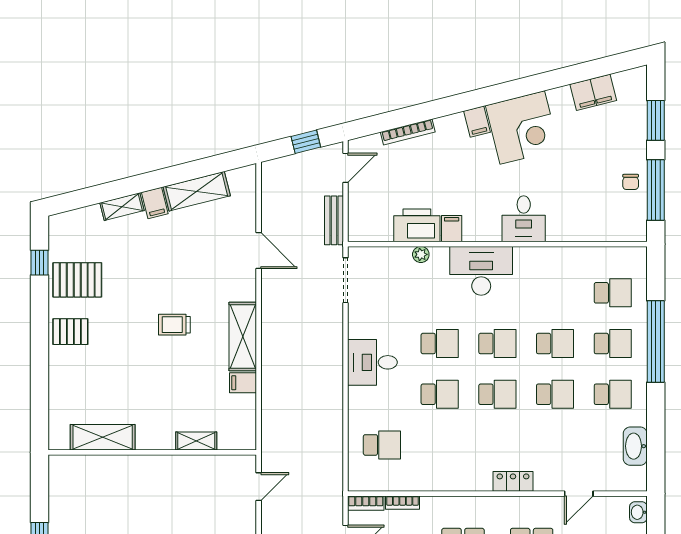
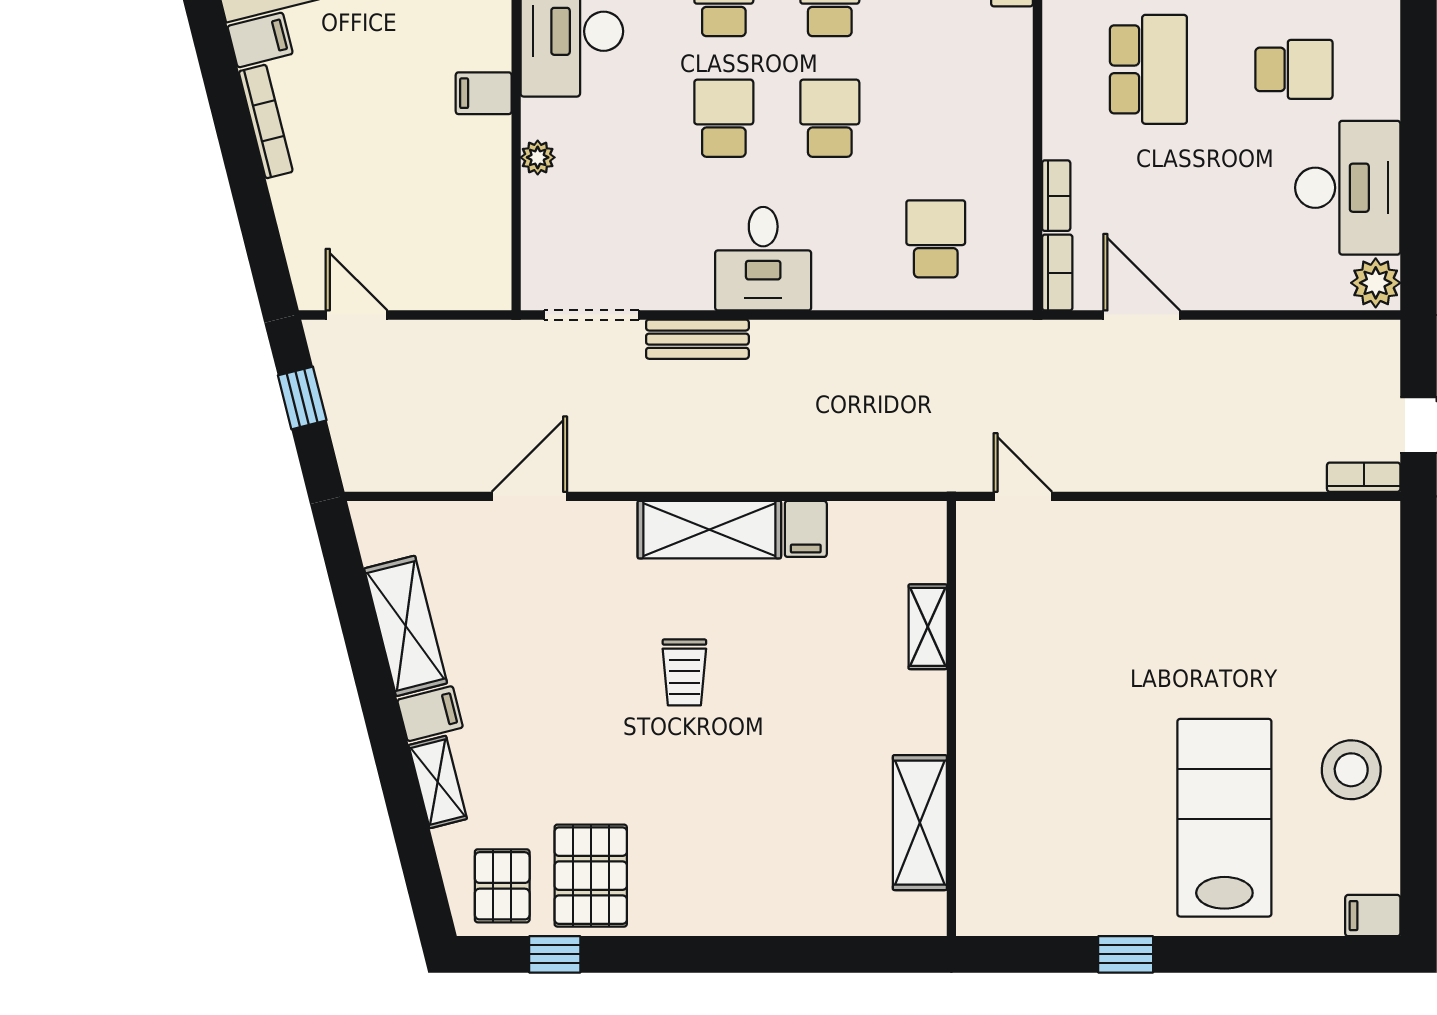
bookcase: (408, 132) -> (266, 122), moved
bench: (334, 220) -> (697, 339), moved
printer: (417, 225) -> (477, 166), removed
pallet: (70, 332) -> (502, 886), moved

